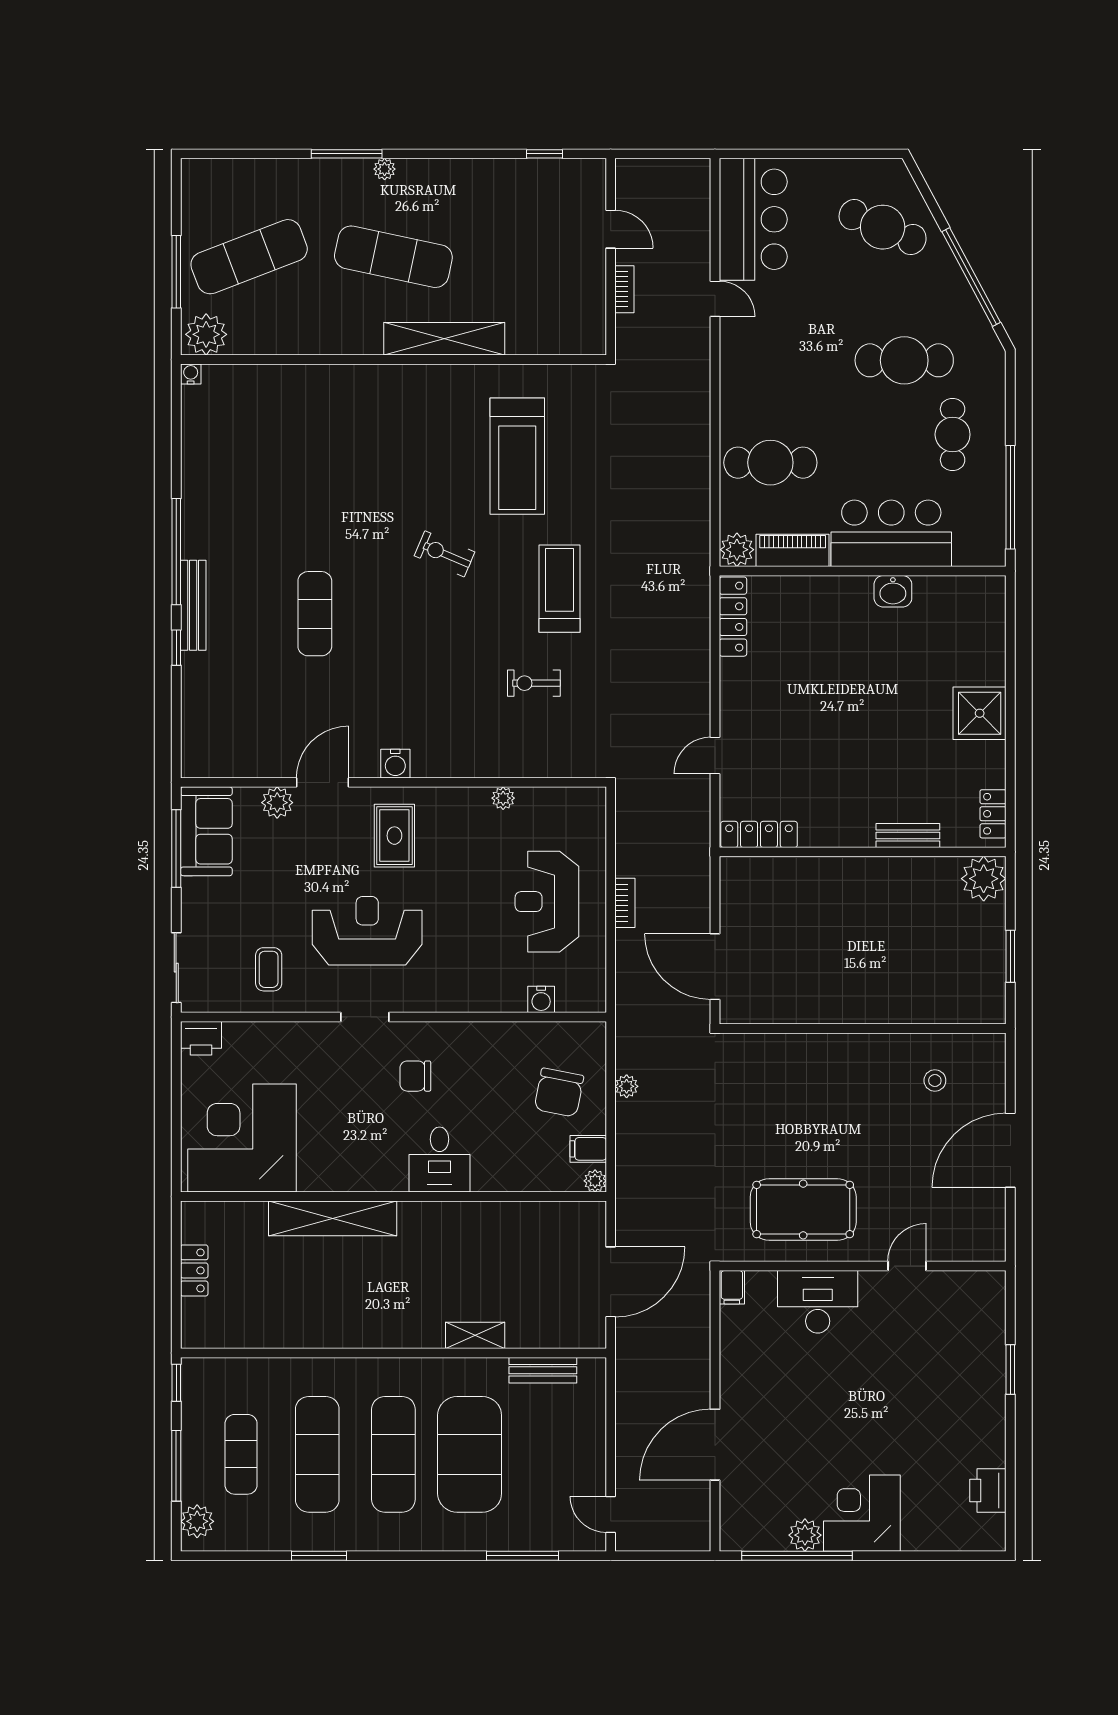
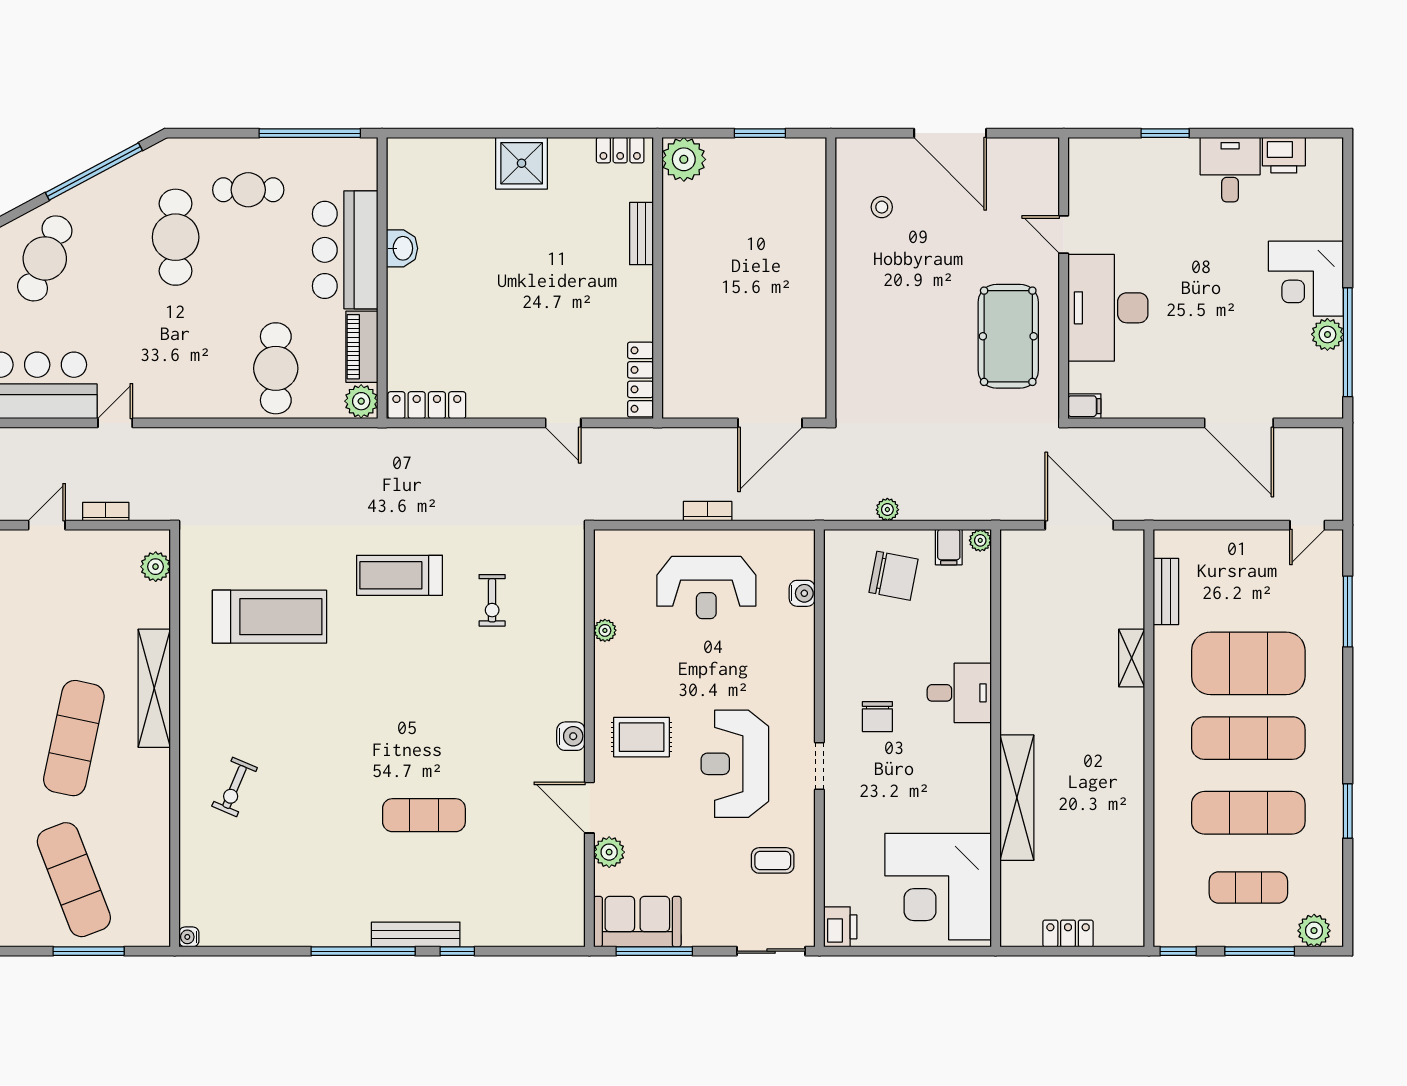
plant: (206, 334) -> (156, 567), moved, width x0.73, depth x0.73
exercise bike: (445, 554) -> (235, 787), moved
desk: (818, 1302) -> (1108, 308), width x1.36, depth x1.30
desk: (973, 1436) -> (1230, 170), added

